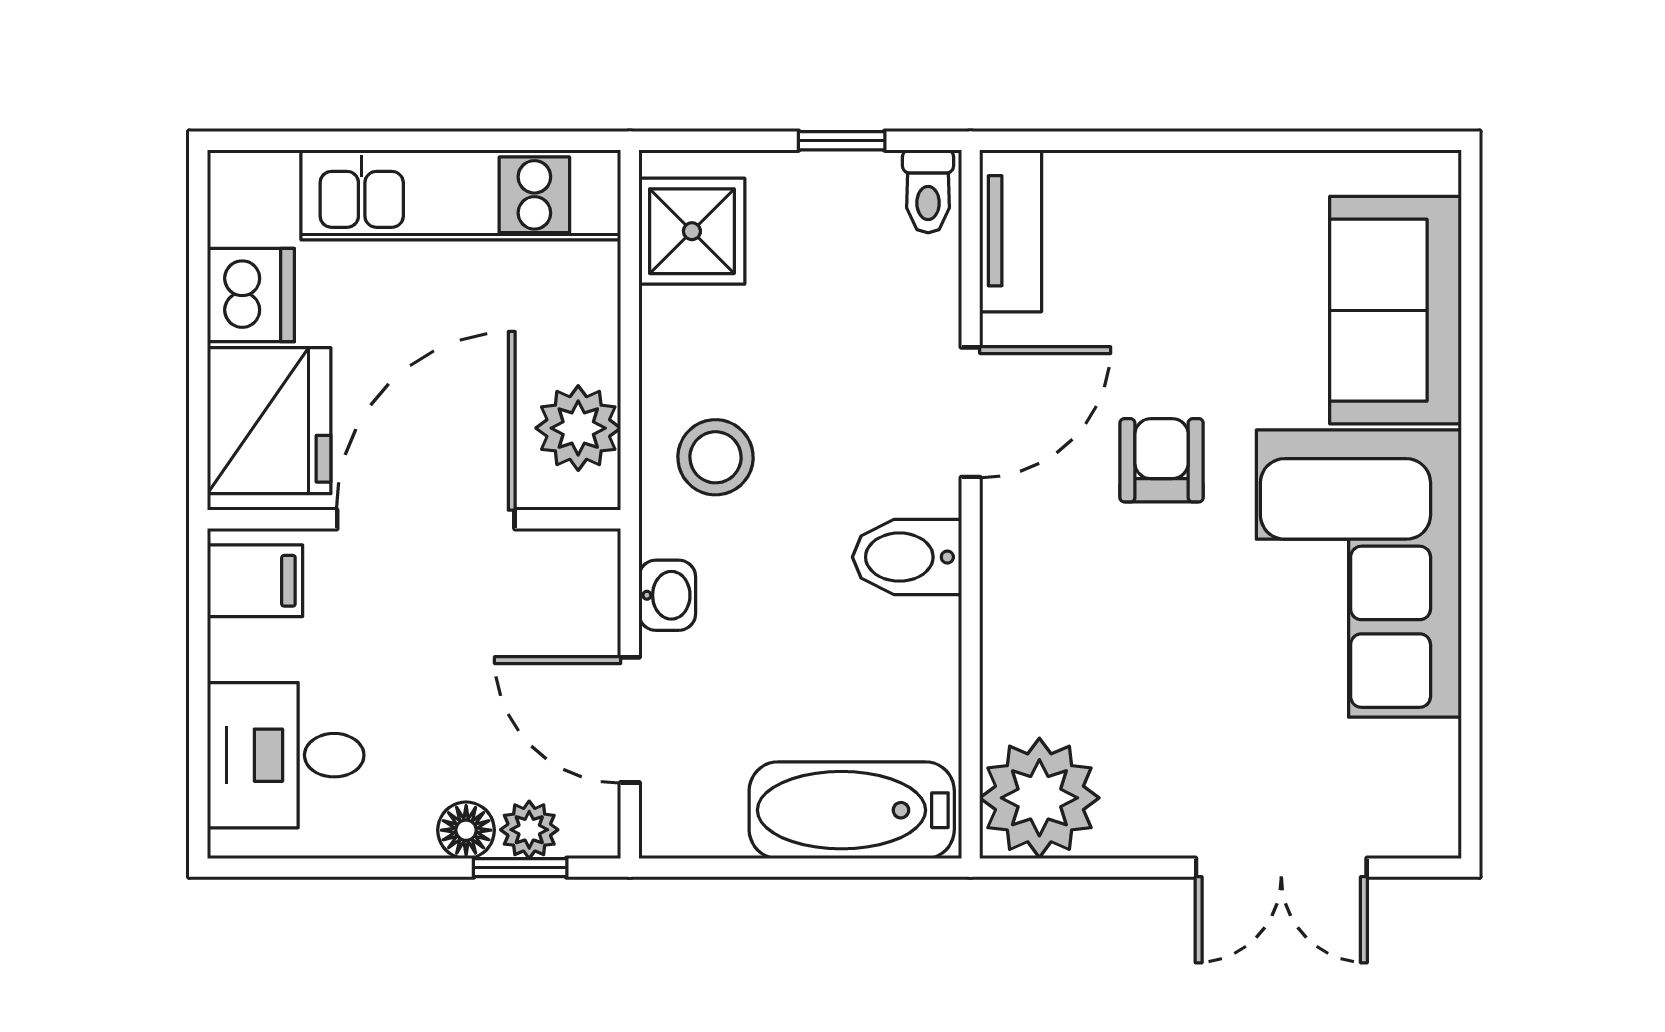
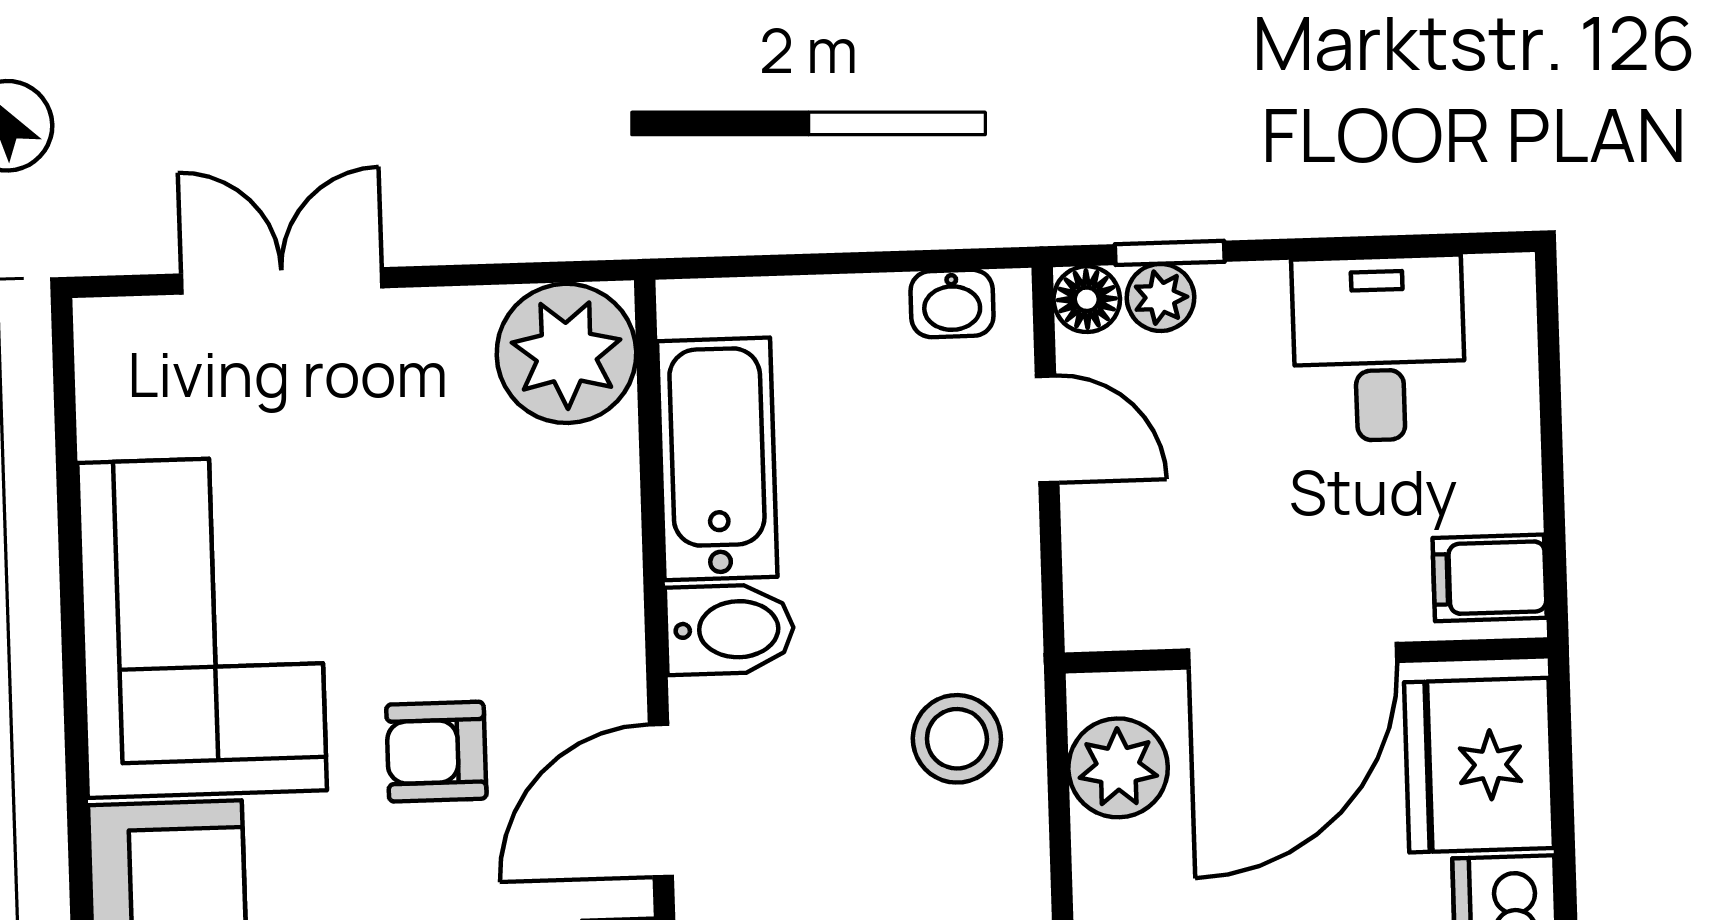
armchair: (1162, 460) -> (436, 752), turned 90
washbasin: (667, 595) -> (952, 303), moved, turned -90
door: (630, 720) -> (1047, 429), width x0.73
desk: (286, 755) -> (1379, 348), moved, turned -90
bathtub: (852, 810) -> (717, 459), moved, turned -90
floor lamp: (466, 830) -> (1087, 299), moved

